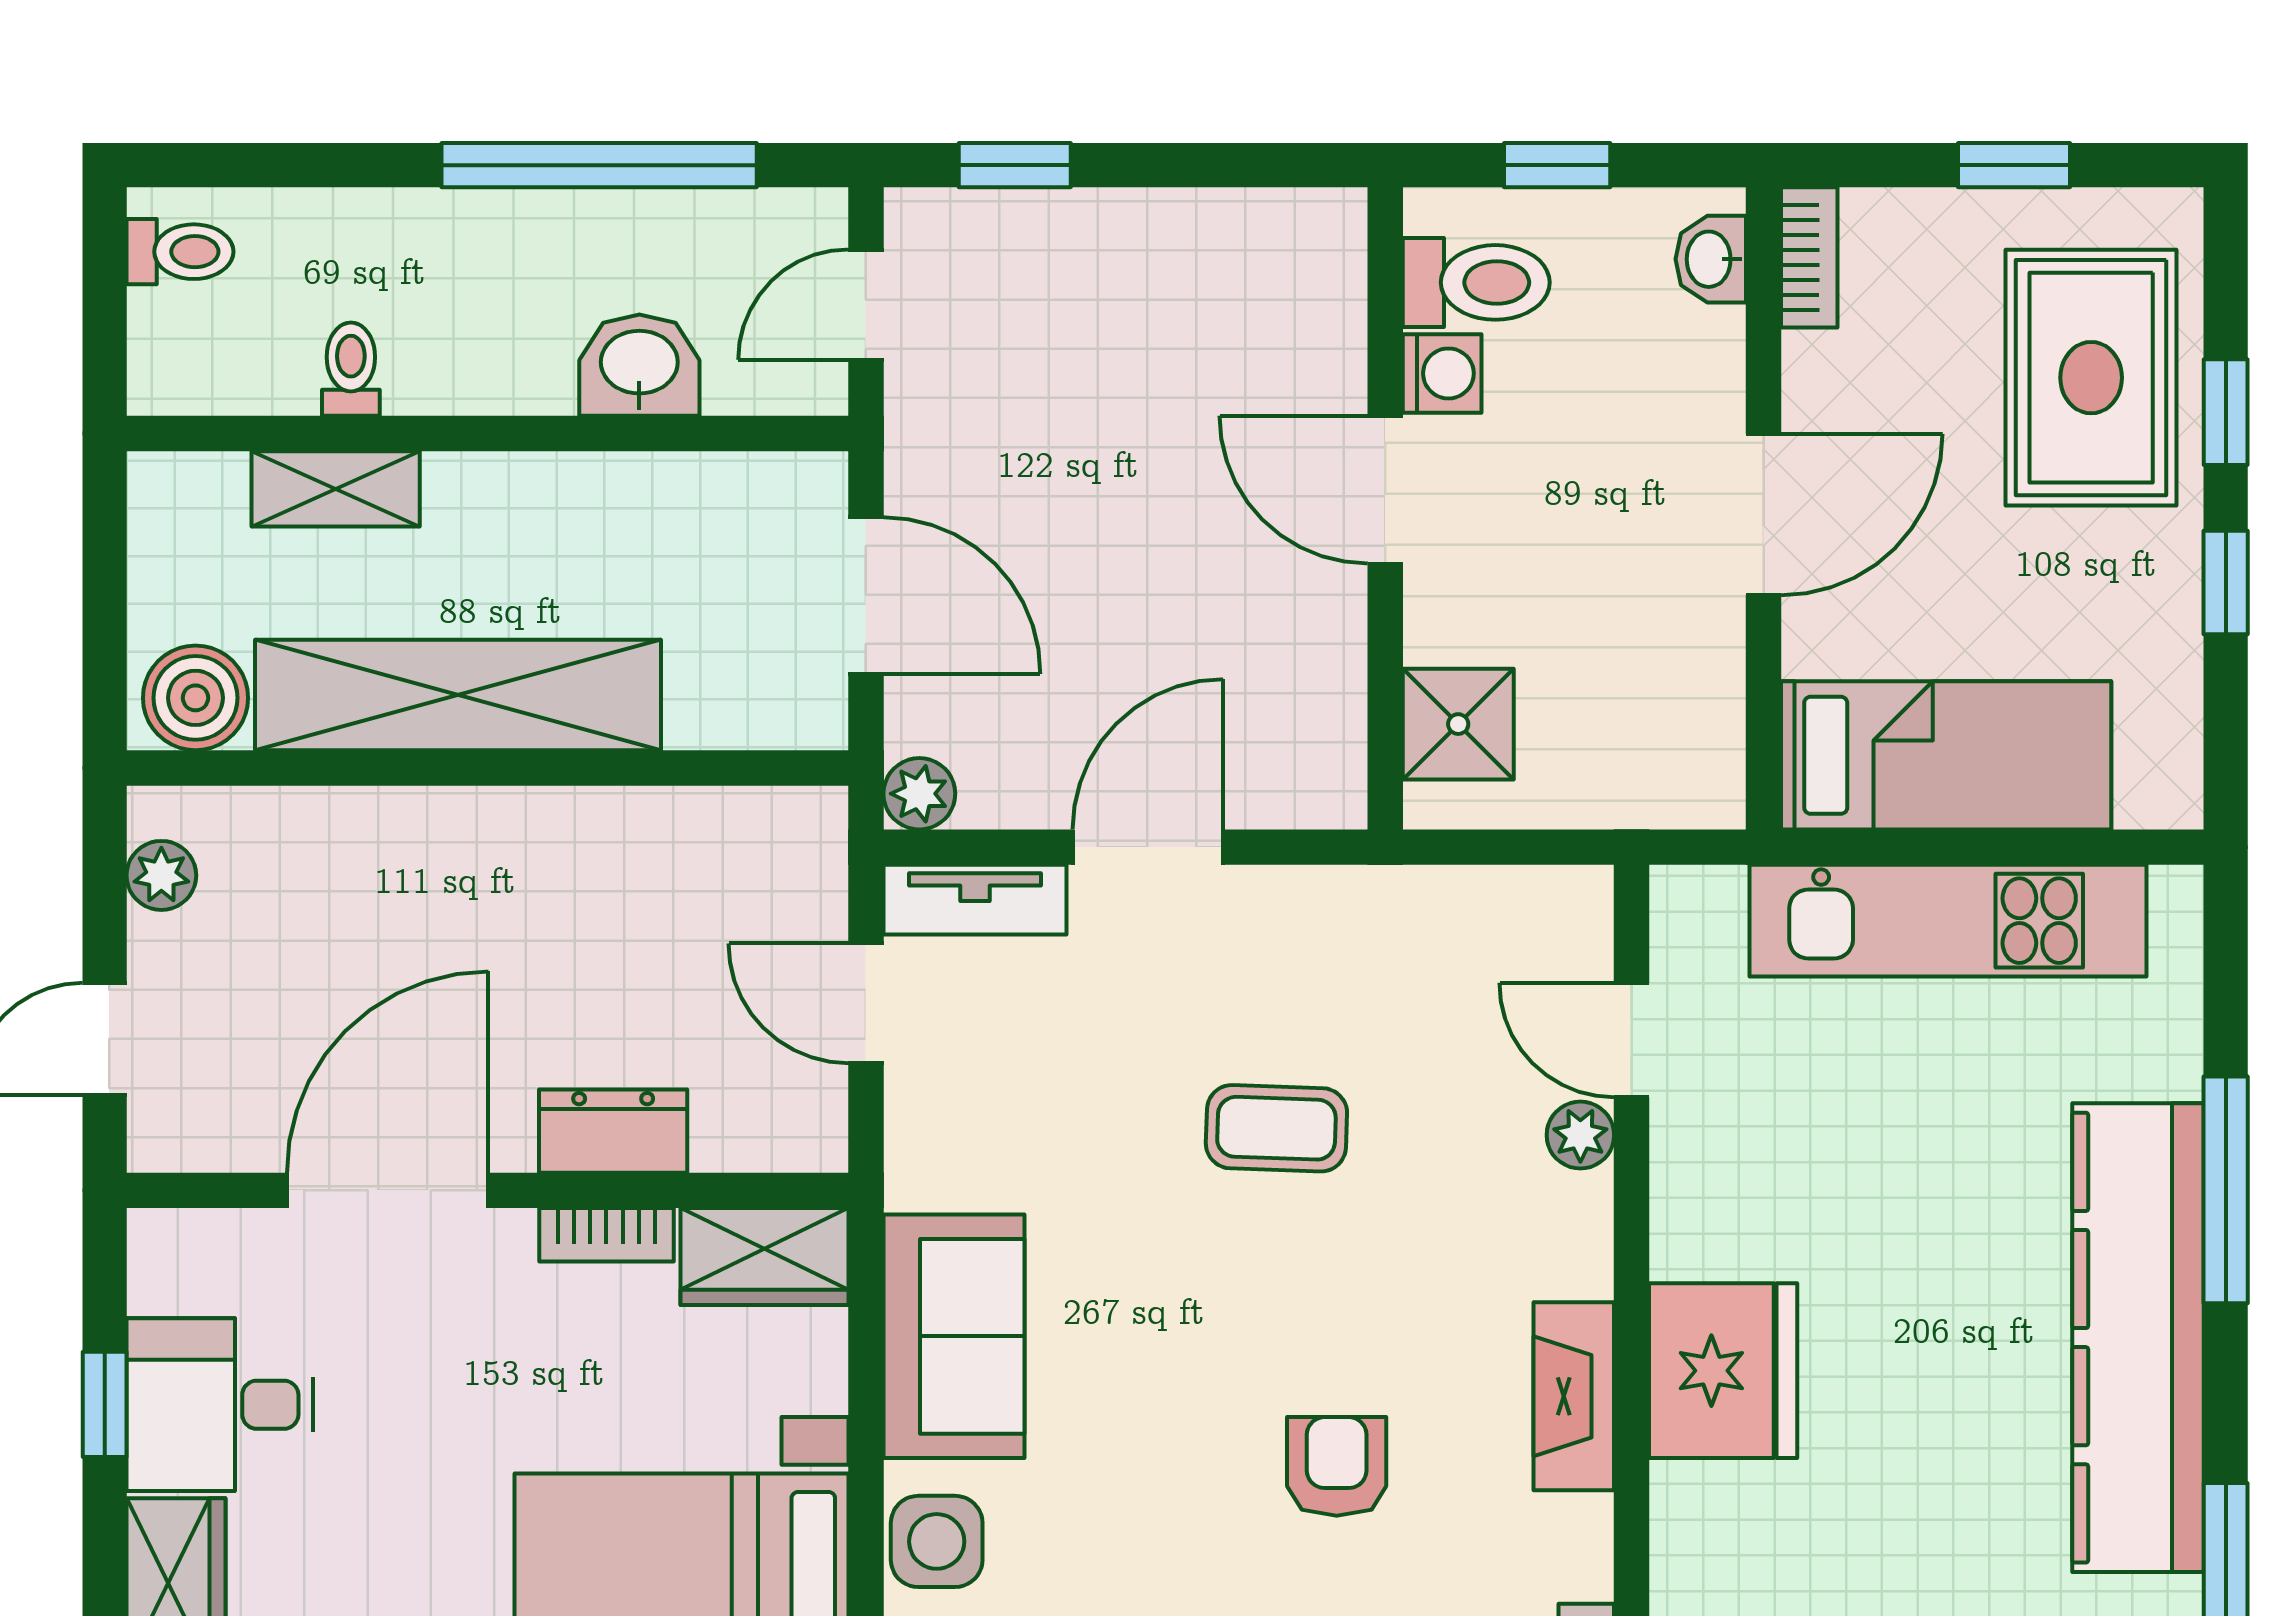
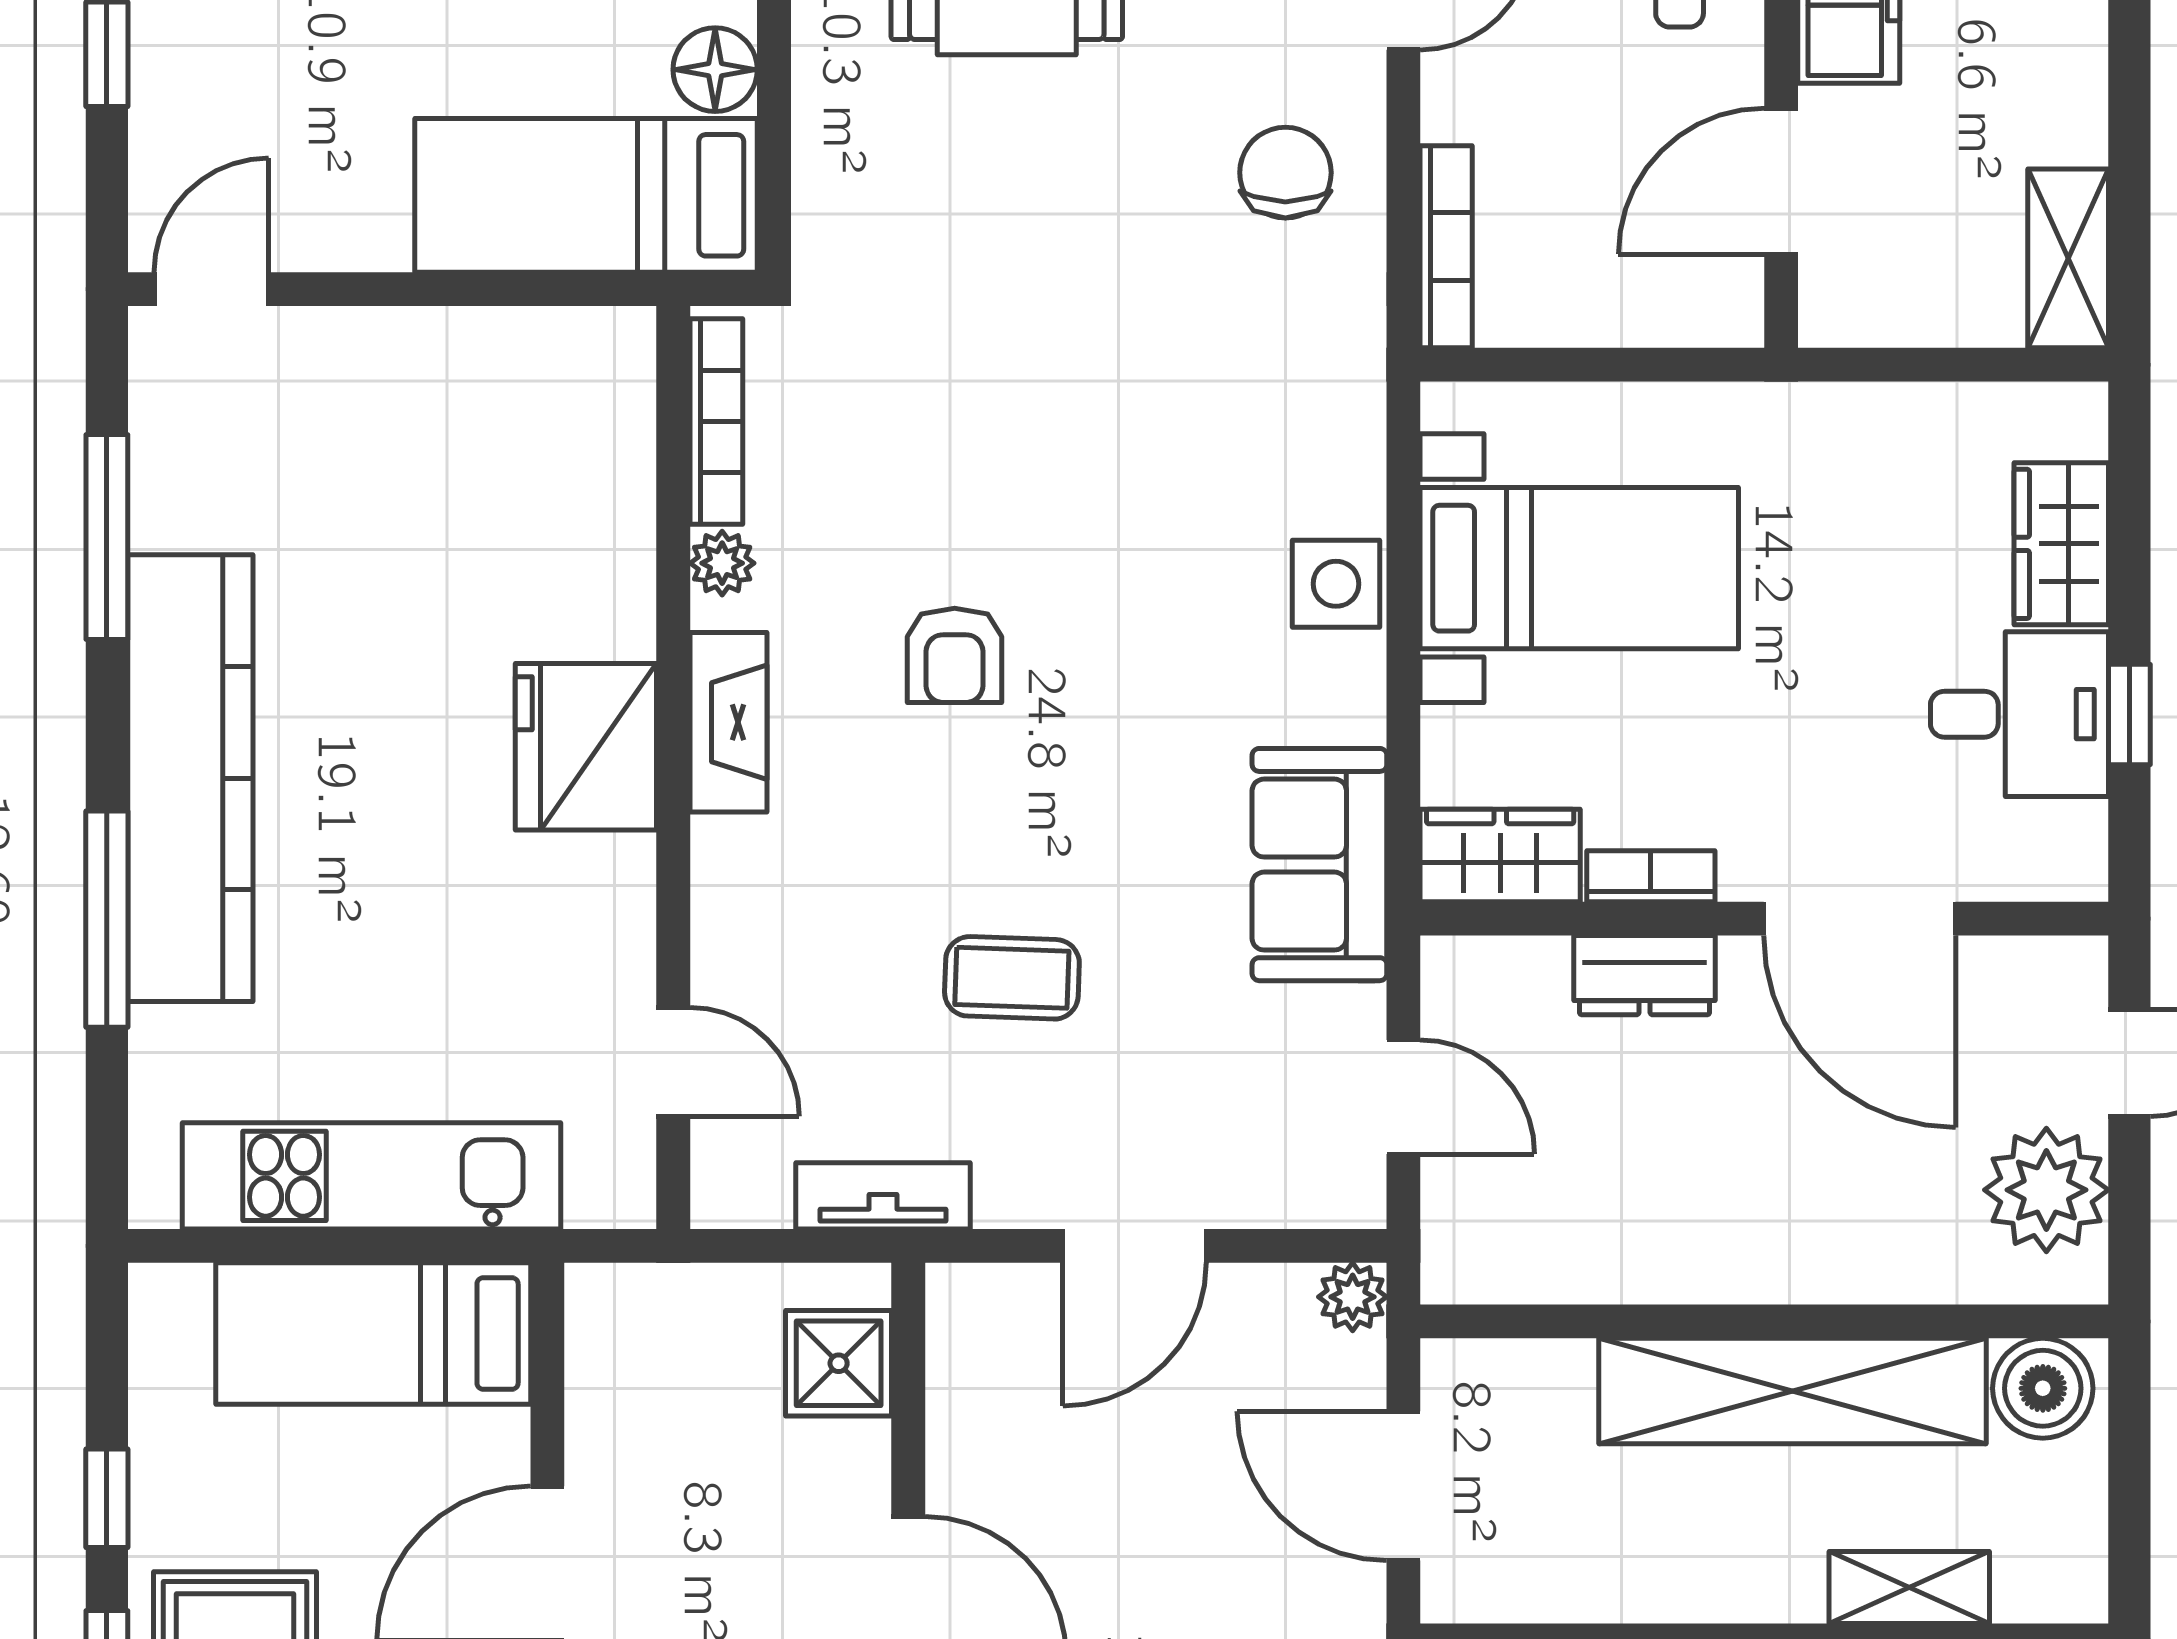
plant: (161, 875) -> (2046, 1190), width x1.88, depth x1.88
tv unit: (975, 900) -> (883, 1196), moved
plant: (1580, 1135) -> (722, 563), moved
door: (388, 1190) -> (1860, 919), hinge flipped
sofa: (954, 1336) -> (1319, 865), moved

